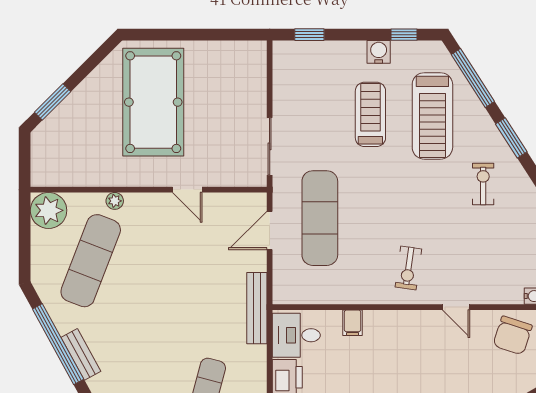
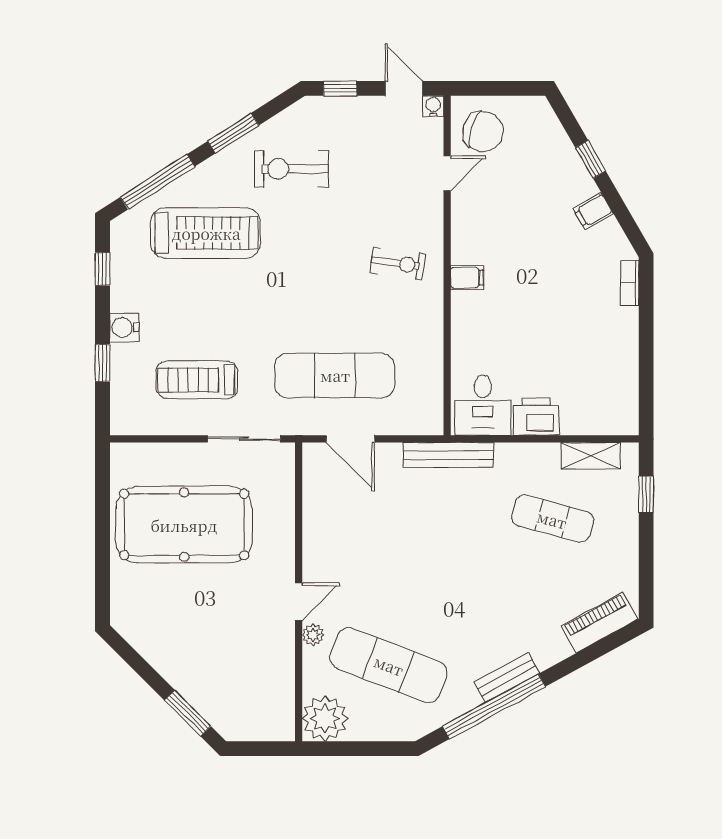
window: (309, 35) -> (103, 363), moved
water cooler: (379, 52) -> (124, 327), moved
pool table: (153, 102) -> (184, 525), moved
treadmill: (370, 114) -> (197, 380), moved
exercise bike: (483, 184) -> (291, 169), width x1.38, depth x1.39
door: (187, 190) -> (299, 602), moved
door: (456, 307) -> (447, 173), moved
filing cabinet: (353, 323) -> (467, 278), moved

